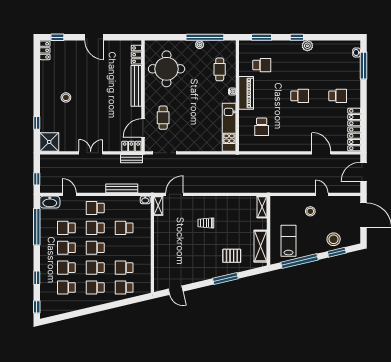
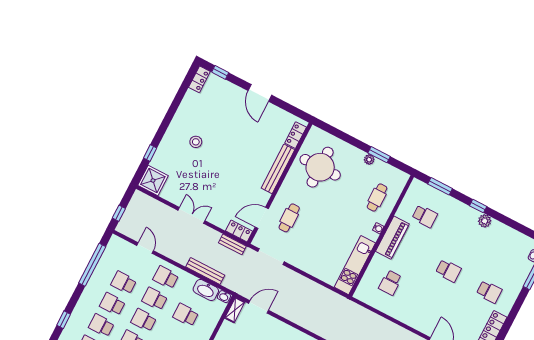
window: (205, 37) -> (379, 155), width x0.47
washbasin: (50, 202) -> (206, 290), moved

